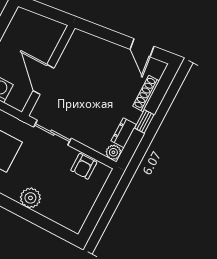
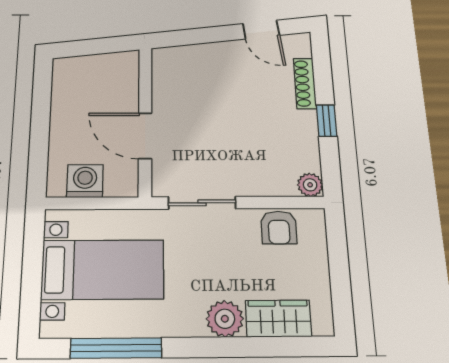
dresser: (124, 133) -> (308, 150), removed
wardrobe: (56, 212) -> (278, 318), added

